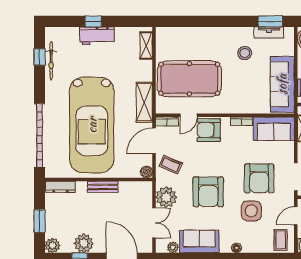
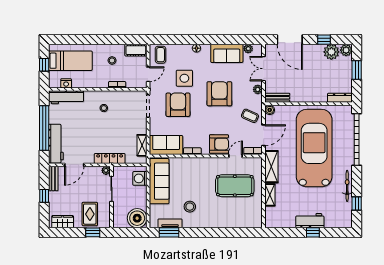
shelving: (146, 45) -> (270, 195), moved
bicycle: (51, 61) -> (347, 186), moved
pool table: (189, 79) -> (235, 186), width x0.73, depth x0.76
bench: (103, 187) -> (277, 98), moved
plant: (166, 197) -> (258, 89), width x0.53, depth x0.53
plant: (84, 243) -> (331, 52), moved

